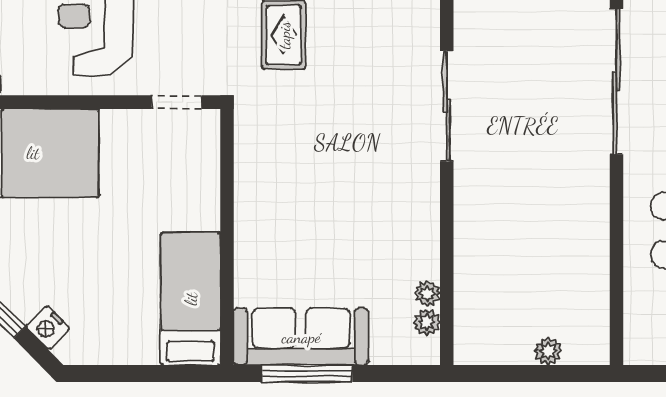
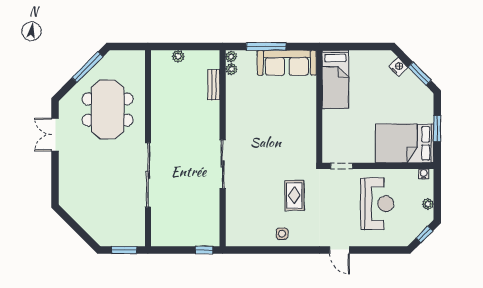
bench: (467, 287) -> (214, 85), added
plant: (427, 293) -> (231, 56), moved
window: (307, 373) -> (266, 46), moved

